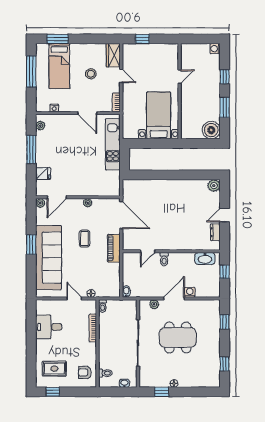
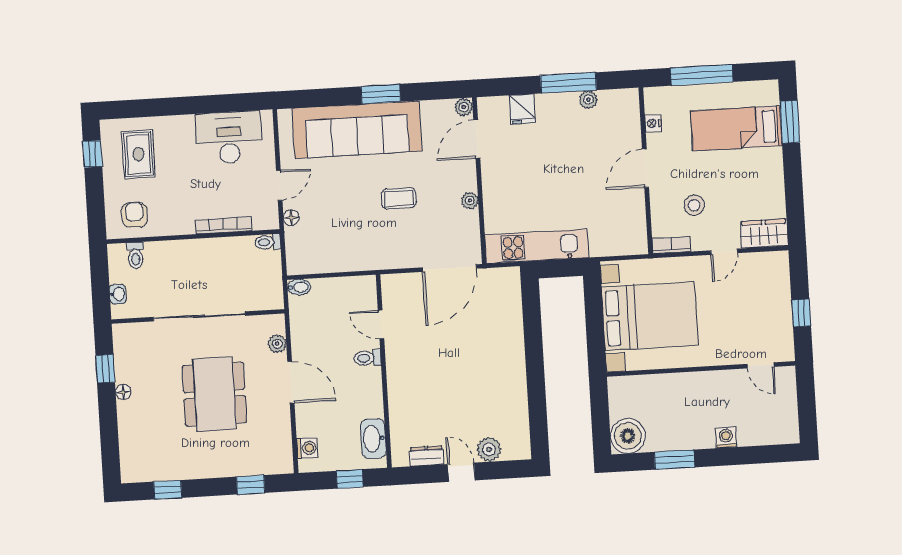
window: (142, 39) -> (801, 313), moved
washing machine: (215, 49) -> (726, 438), moved
window: (31, 71) -> (702, 75), moved
stool: (91, 74) -> (694, 205), moved
door: (180, 77) -> (761, 365), moved
window: (225, 77) -> (735, 456), removed
door: (87, 113) -> (646, 168), moved
bed with nightstands: (159, 115) -> (650, 316), width x1.36
plant: (40, 126) -> (588, 100), moved
kitchen unit: (113, 144) -> (537, 246), moved
plant: (214, 186) -> (489, 449), moved
door: (57, 197) -> (477, 139), hinge flipped
piano: (114, 248) -> (383, 257), removed
washing machine: (190, 292) -> (307, 448), moved
desk: (49, 327) -> (229, 138), width x1.37

